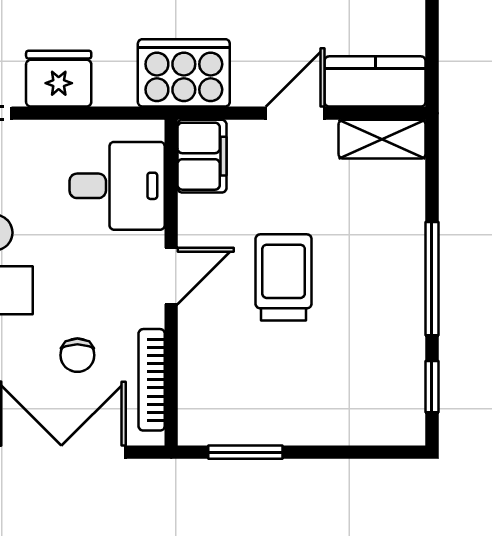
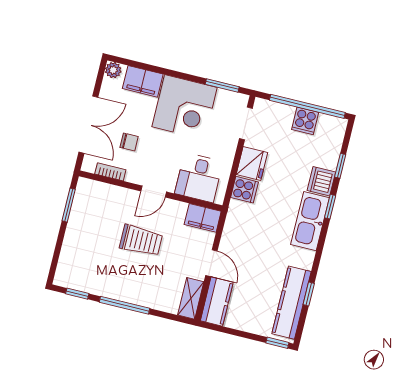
cooker: (184, 73) -> (245, 190), moved, width x0.53, depth x0.76
door: (171, 276) -> (154, 192), hinge flipped
chair: (77, 355) -> (129, 142), turned 180
bookcase: (152, 380) -> (110, 172), width x0.64

